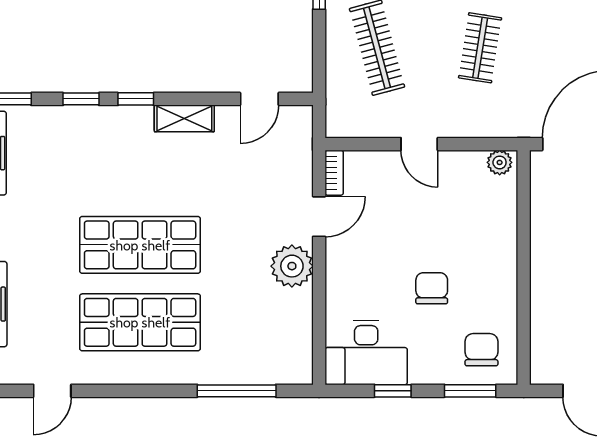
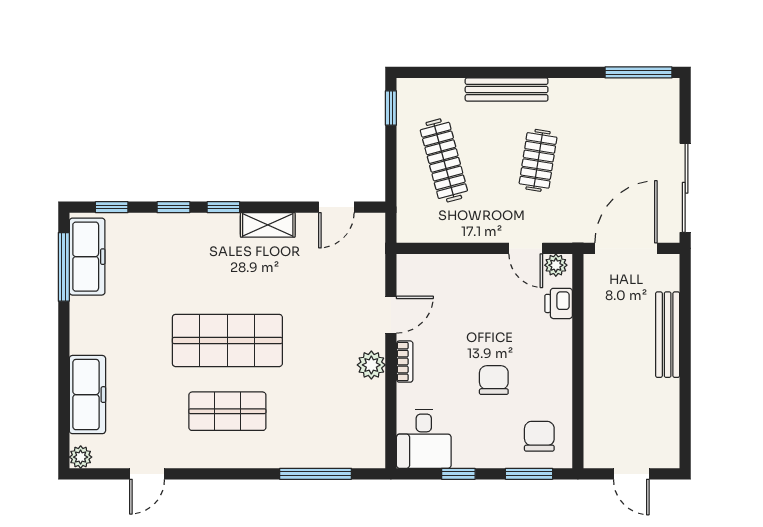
door: (419, 144) -> (526, 248), moved
bookcase: (334, 173) -> (405, 362), moved
printer: (503, 204) -> (559, 303), added
plant: (292, 266) -> (371, 365), width x0.73, depth x0.73
shop shelf: (140, 322) -> (227, 411), width x0.70, depth x0.74
desk: (366, 353) -> (424, 439), width x0.73

